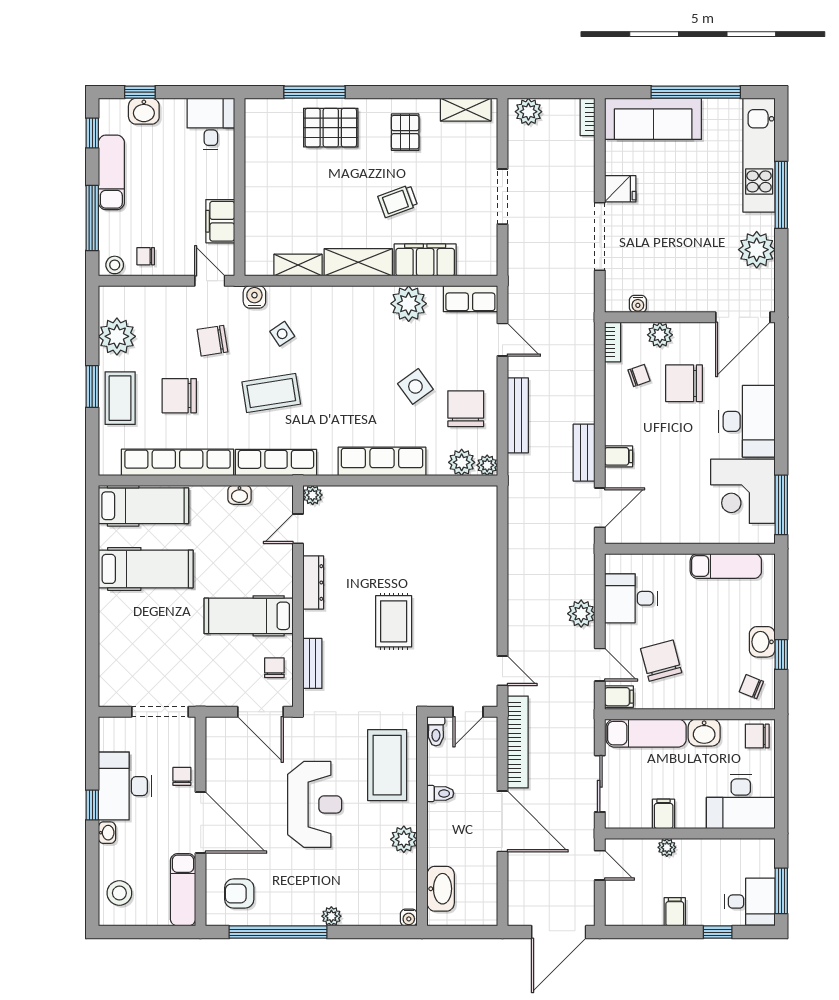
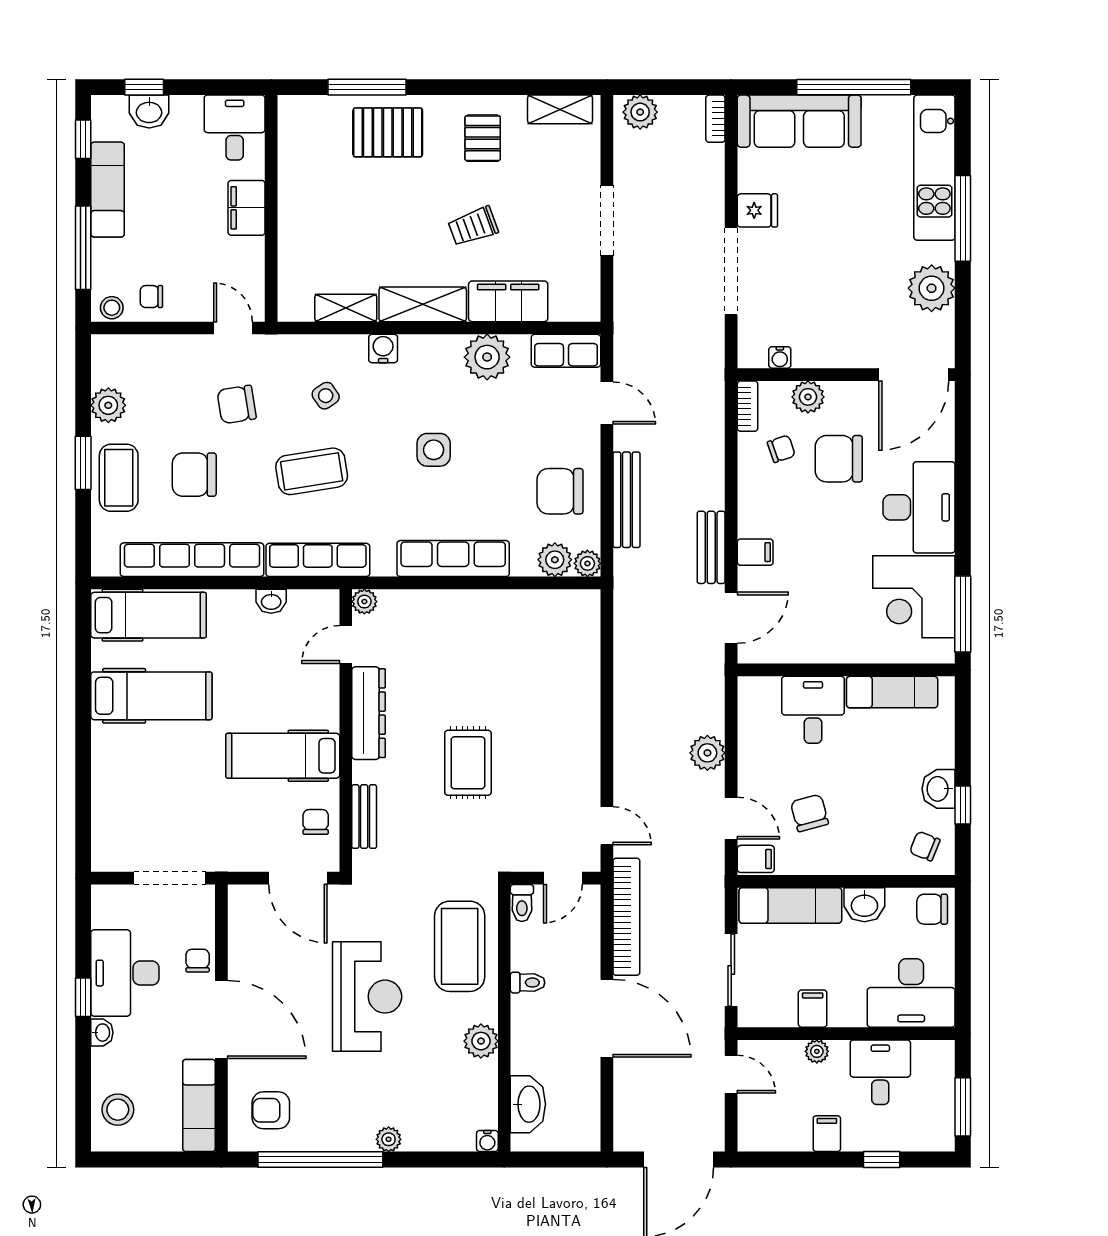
filing cabinet: (220, 221) -> (247, 208), moved
water cooler: (254, 297) -> (383, 349), moved
plant: (117, 336) -> (108, 405), width x0.73, depth x0.73
side table: (415, 386) -> (434, 450), moved, turned 36
chair: (466, 409) -> (560, 491), turned -90
dresser: (313, 582) -> (369, 713), width x1.37, depth x1.24
desk: (631, 598) -> (813, 710), moved, turned 90
chair: (661, 661) -> (809, 813), width x0.73, depth x0.73
desk: (750, 902) -> (880, 1072), moved, turned -90

